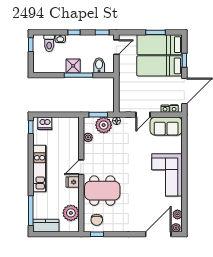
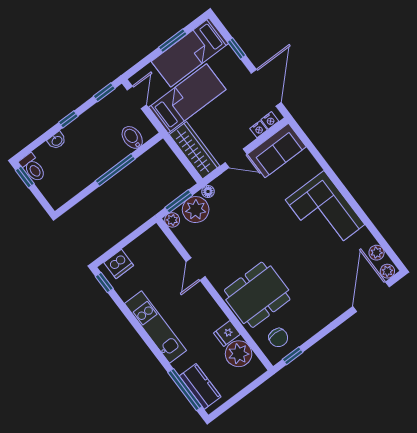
toilet: (49, 43) -> (33, 168), moved
shower: (73, 66) -> (99, 163), removed
bed: (160, 66) -> (187, 98), moved, turned 180
wardrobe: (125, 95) -> (194, 150), added
door: (143, 115) -> (236, 158), hinge flipped
plant: (88, 137) -> (172, 220), moved
door: (81, 167) -> (196, 269), moved
fridge: (73, 182) -> (227, 334), moved
kitchen counter: (46, 226) -> (200, 386), moved, turned 90

